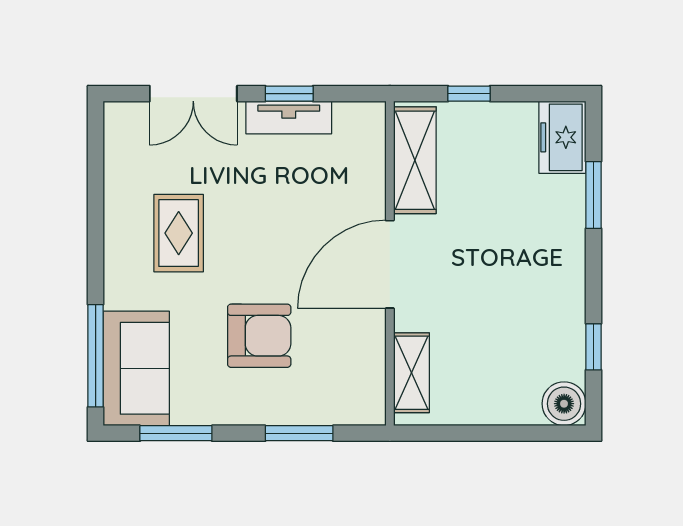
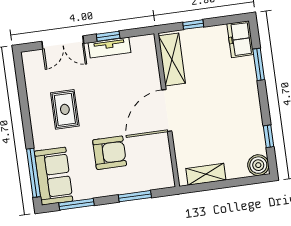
shelving: (411, 373) -> (206, 174), moved, turned 90

